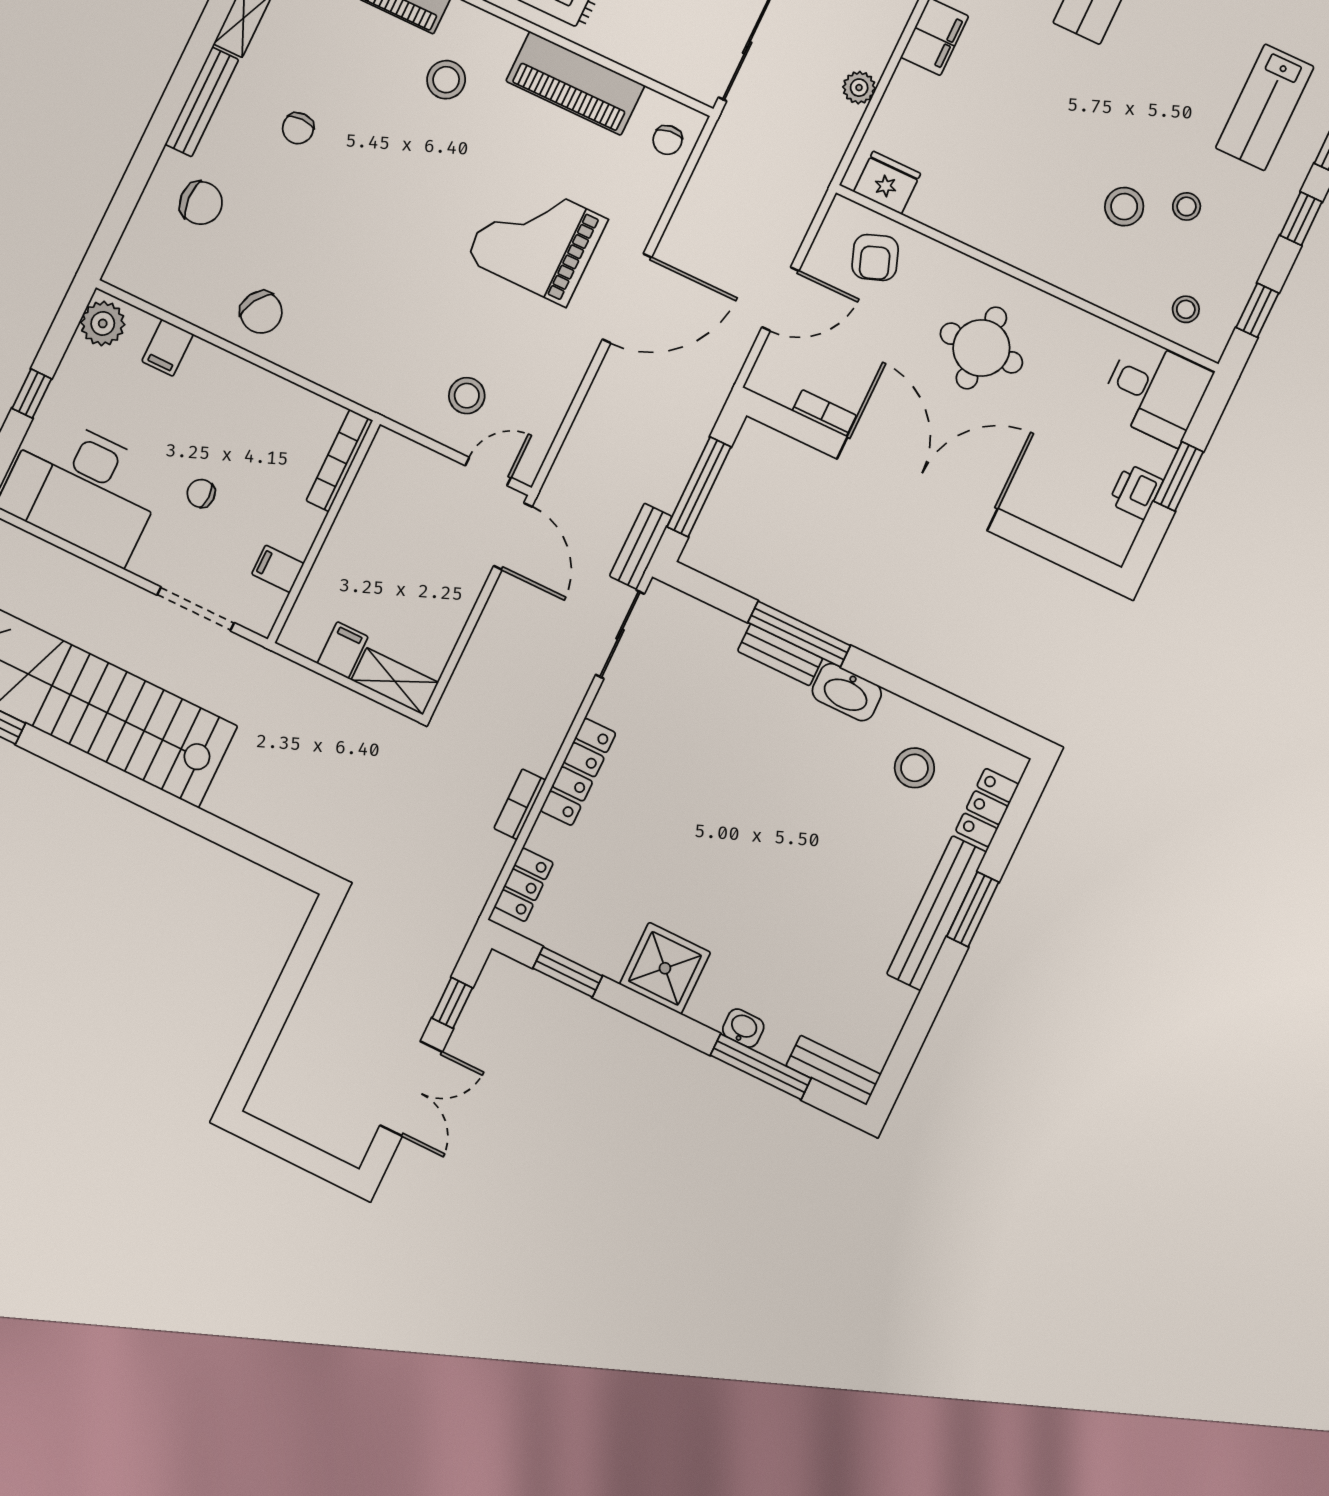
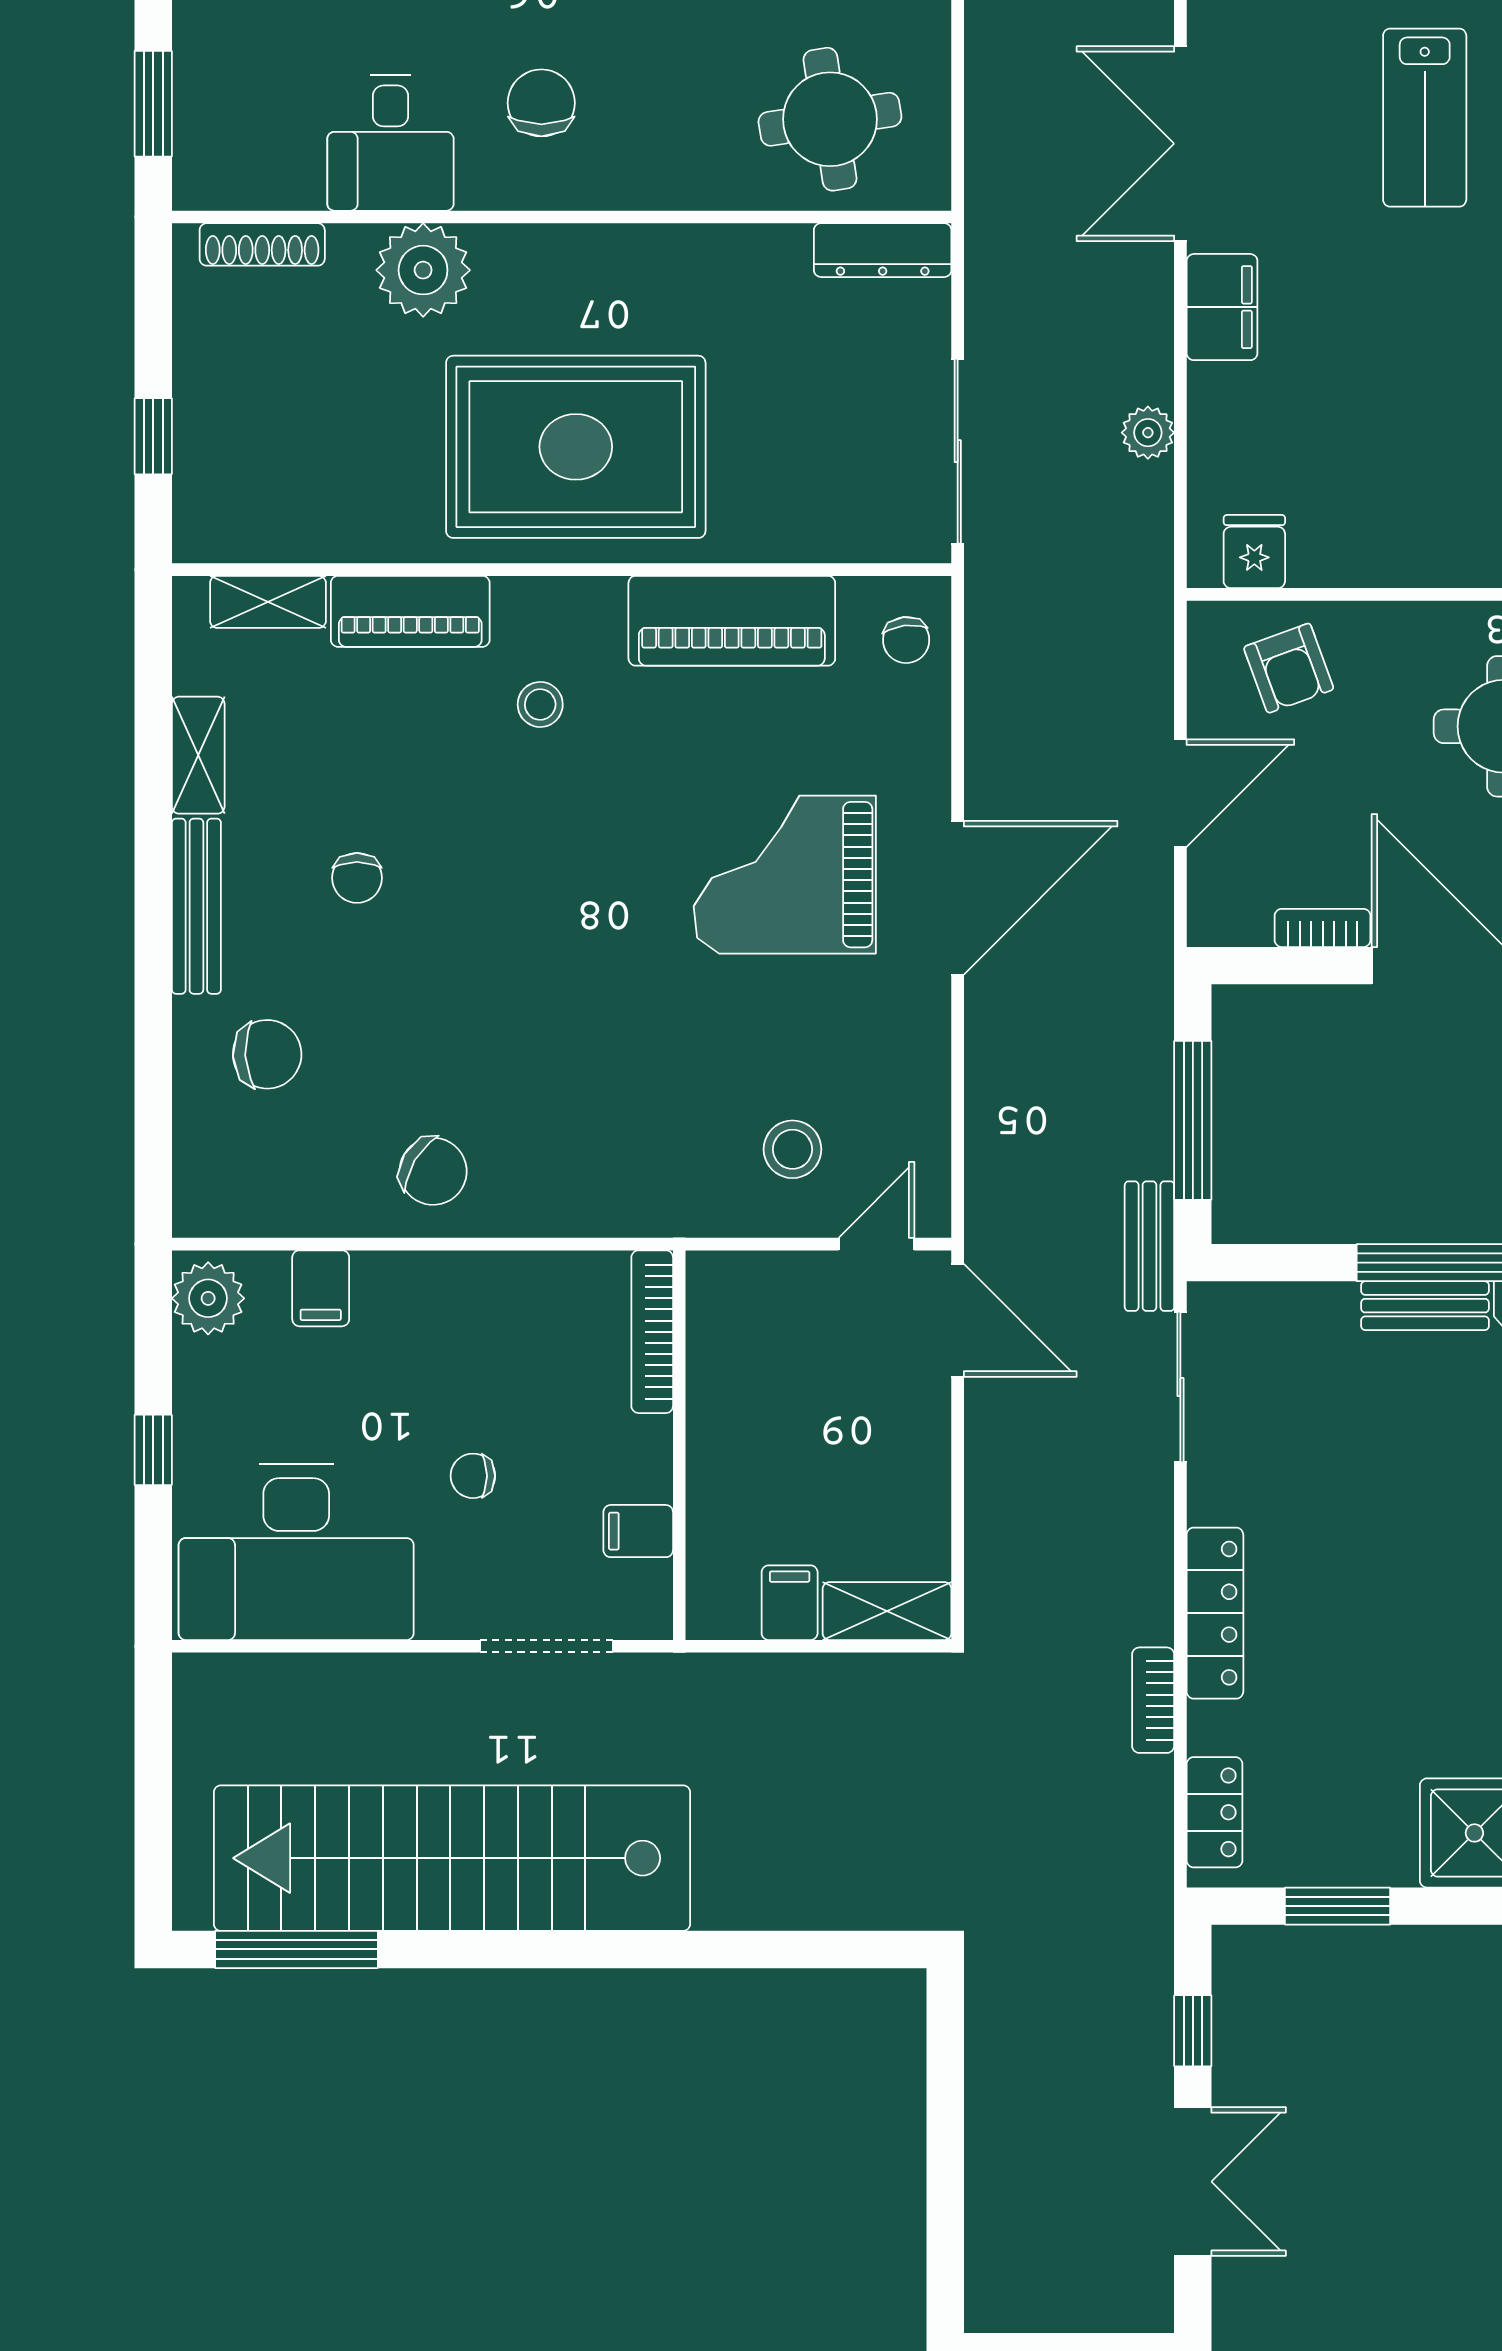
stool: (446, 80) -> (540, 704), width x0.73, depth x0.73
fridge: (887, 183) -> (1254, 552), width x0.72

